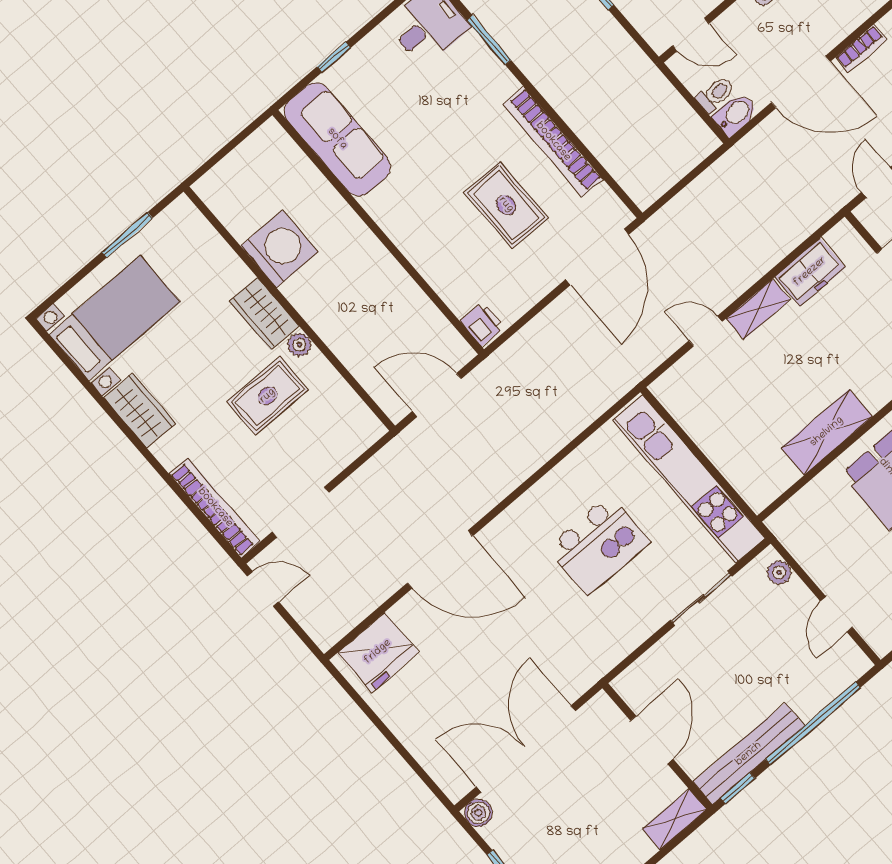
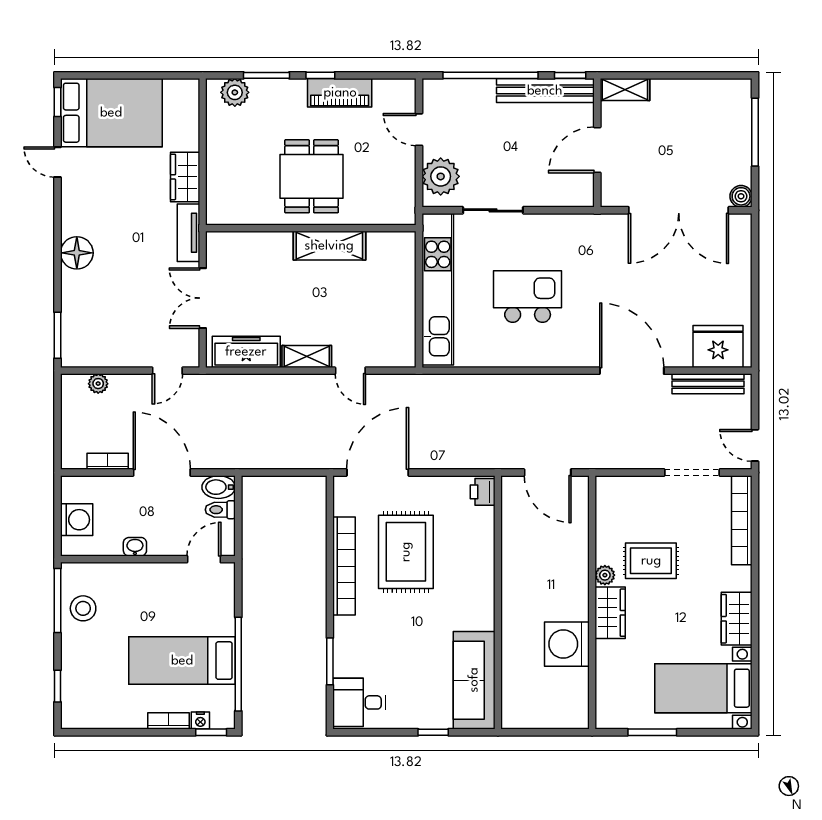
door: (691, 34) -> (204, 559), hinge flipped
rug: (506, 205) -> (406, 552), width x1.36, depth x1.43
freezer: (810, 272) -> (246, 352), width x1.40
plant: (779, 572) -> (441, 176), width x1.88, depth x1.88
bench: (357, 609) -> (708, 384), added
door: (836, 614) -> (419, 130), swing flipped

